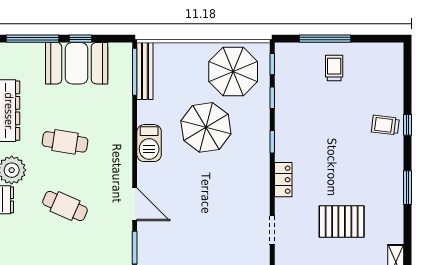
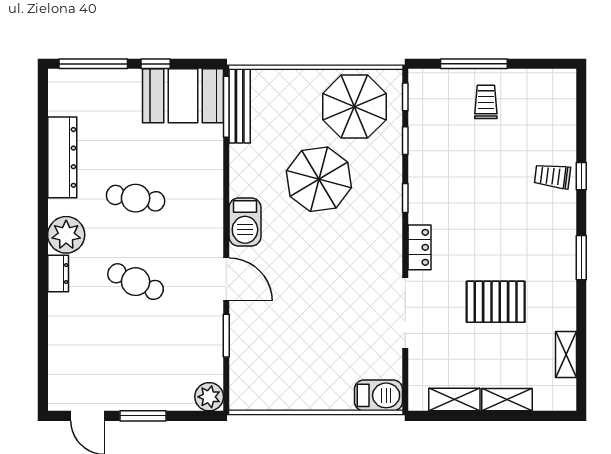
booth: (77, 63) -> (183, 96), moved
barbecue: (149, 143) -> (245, 222), moved
doorway: (272, 230) -> (405, 313), width x1.87

